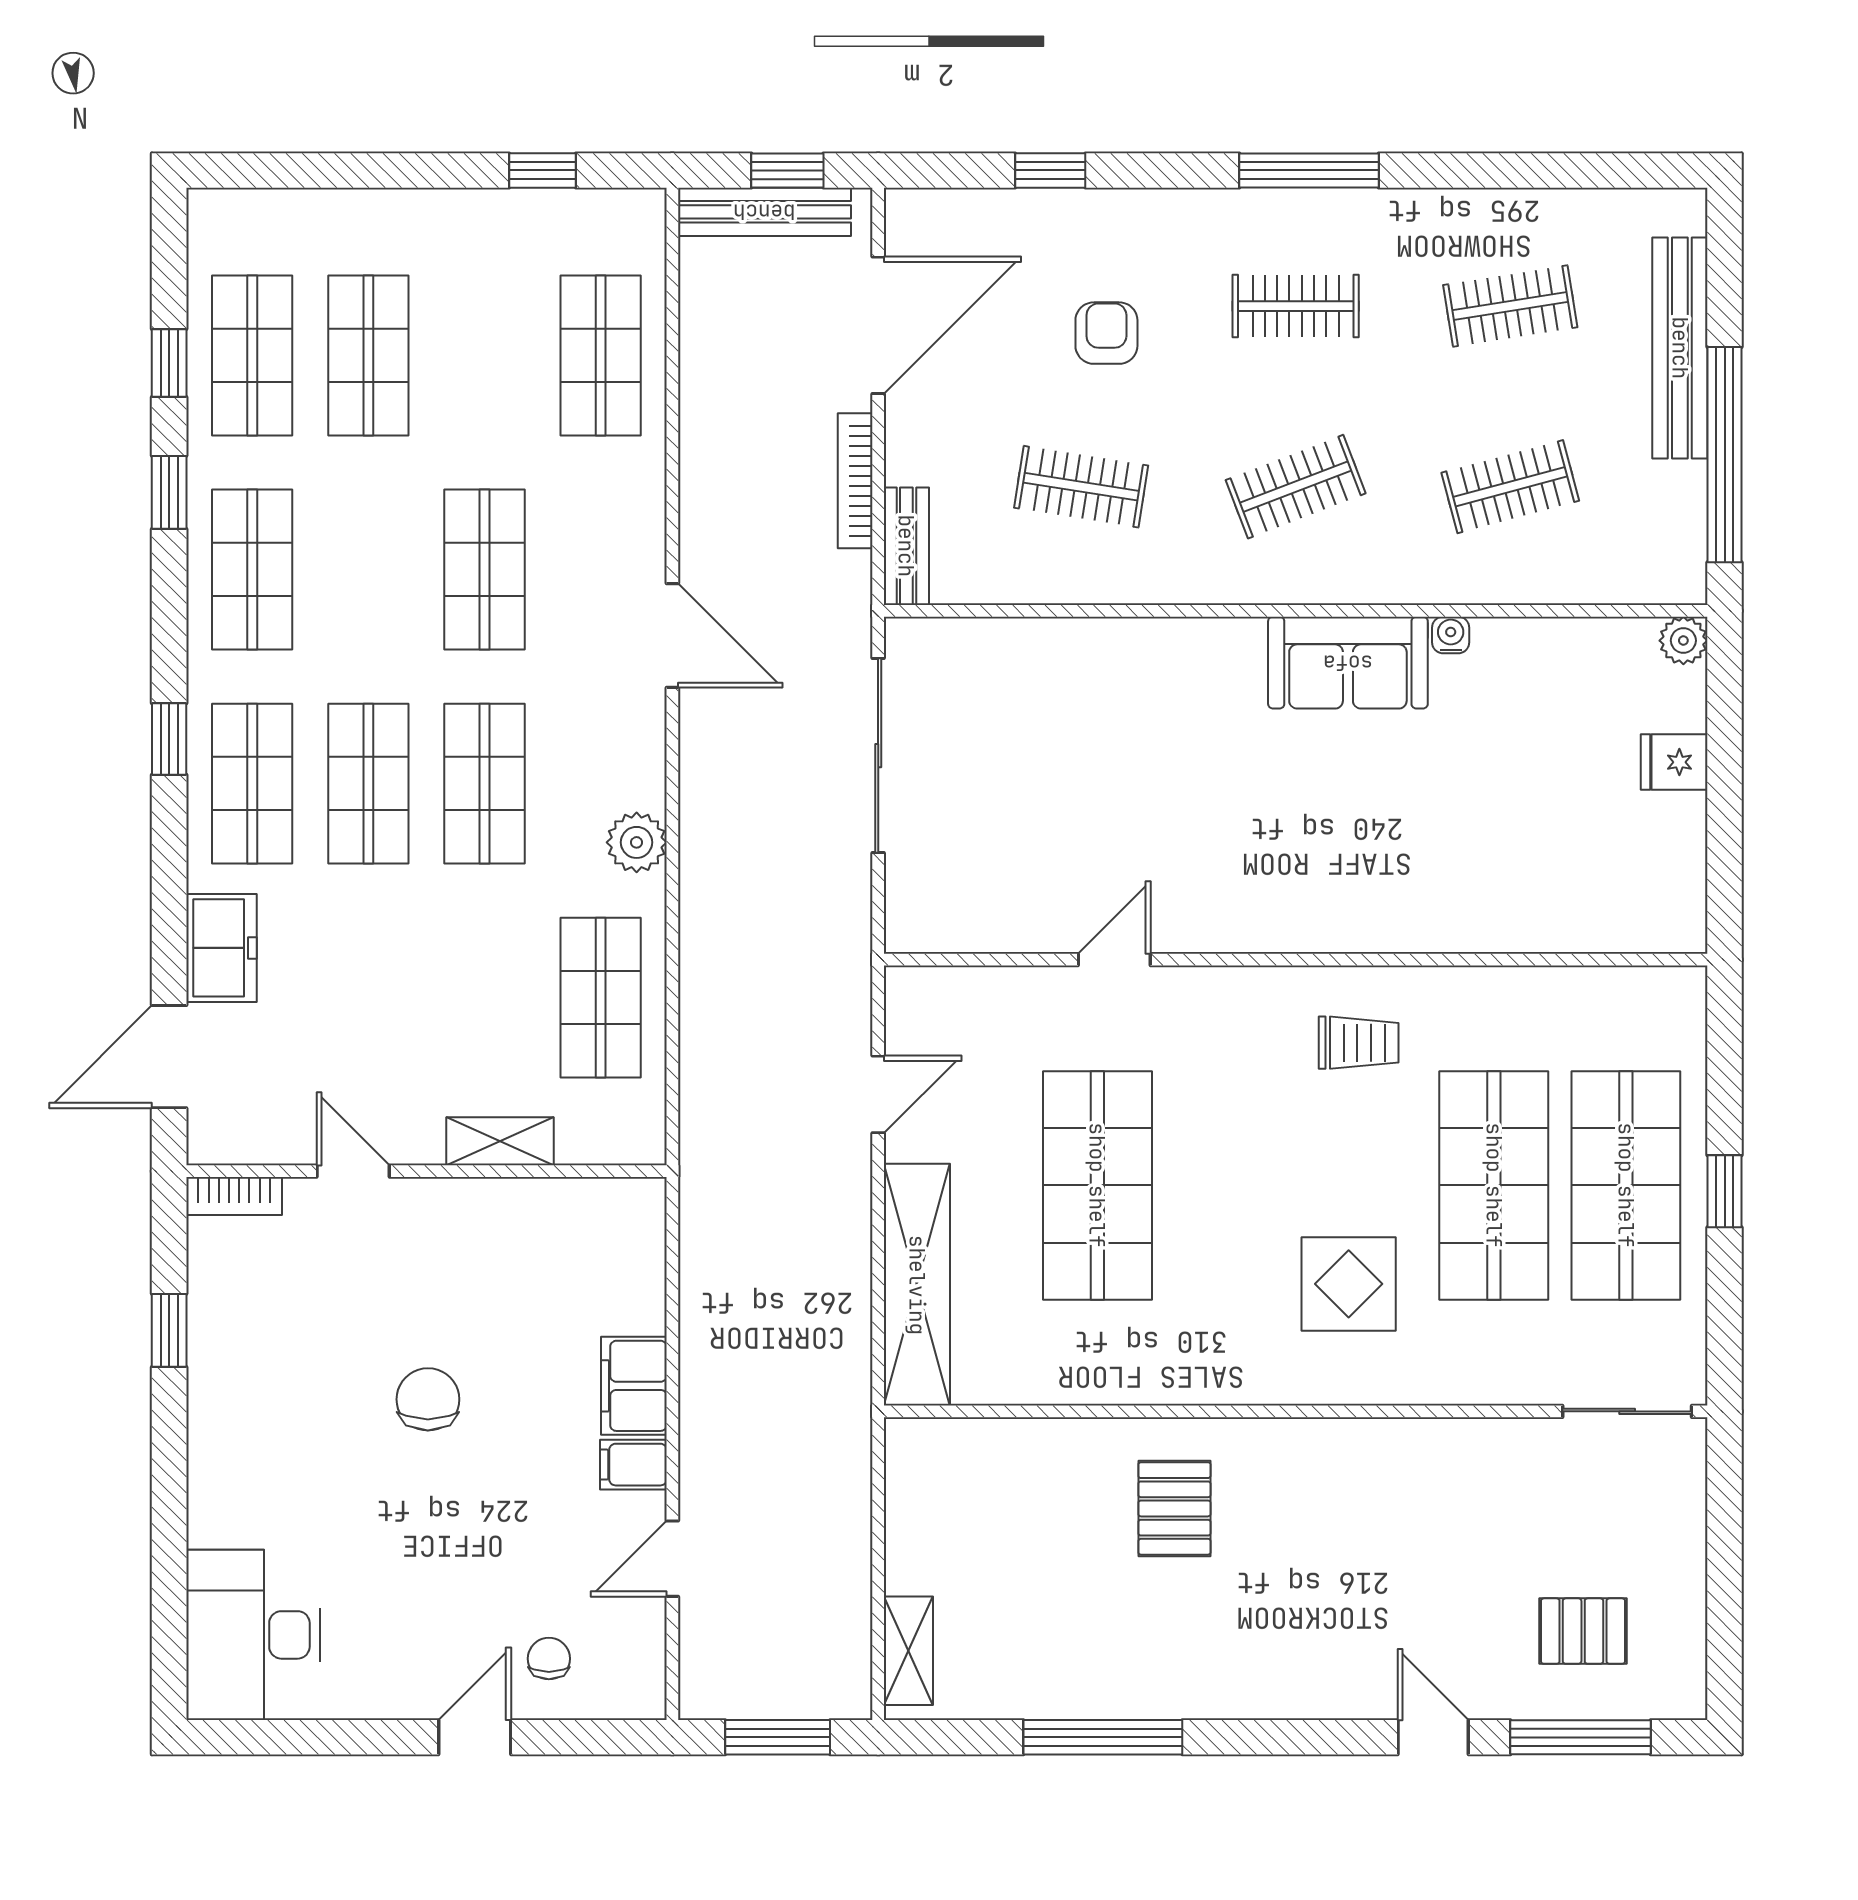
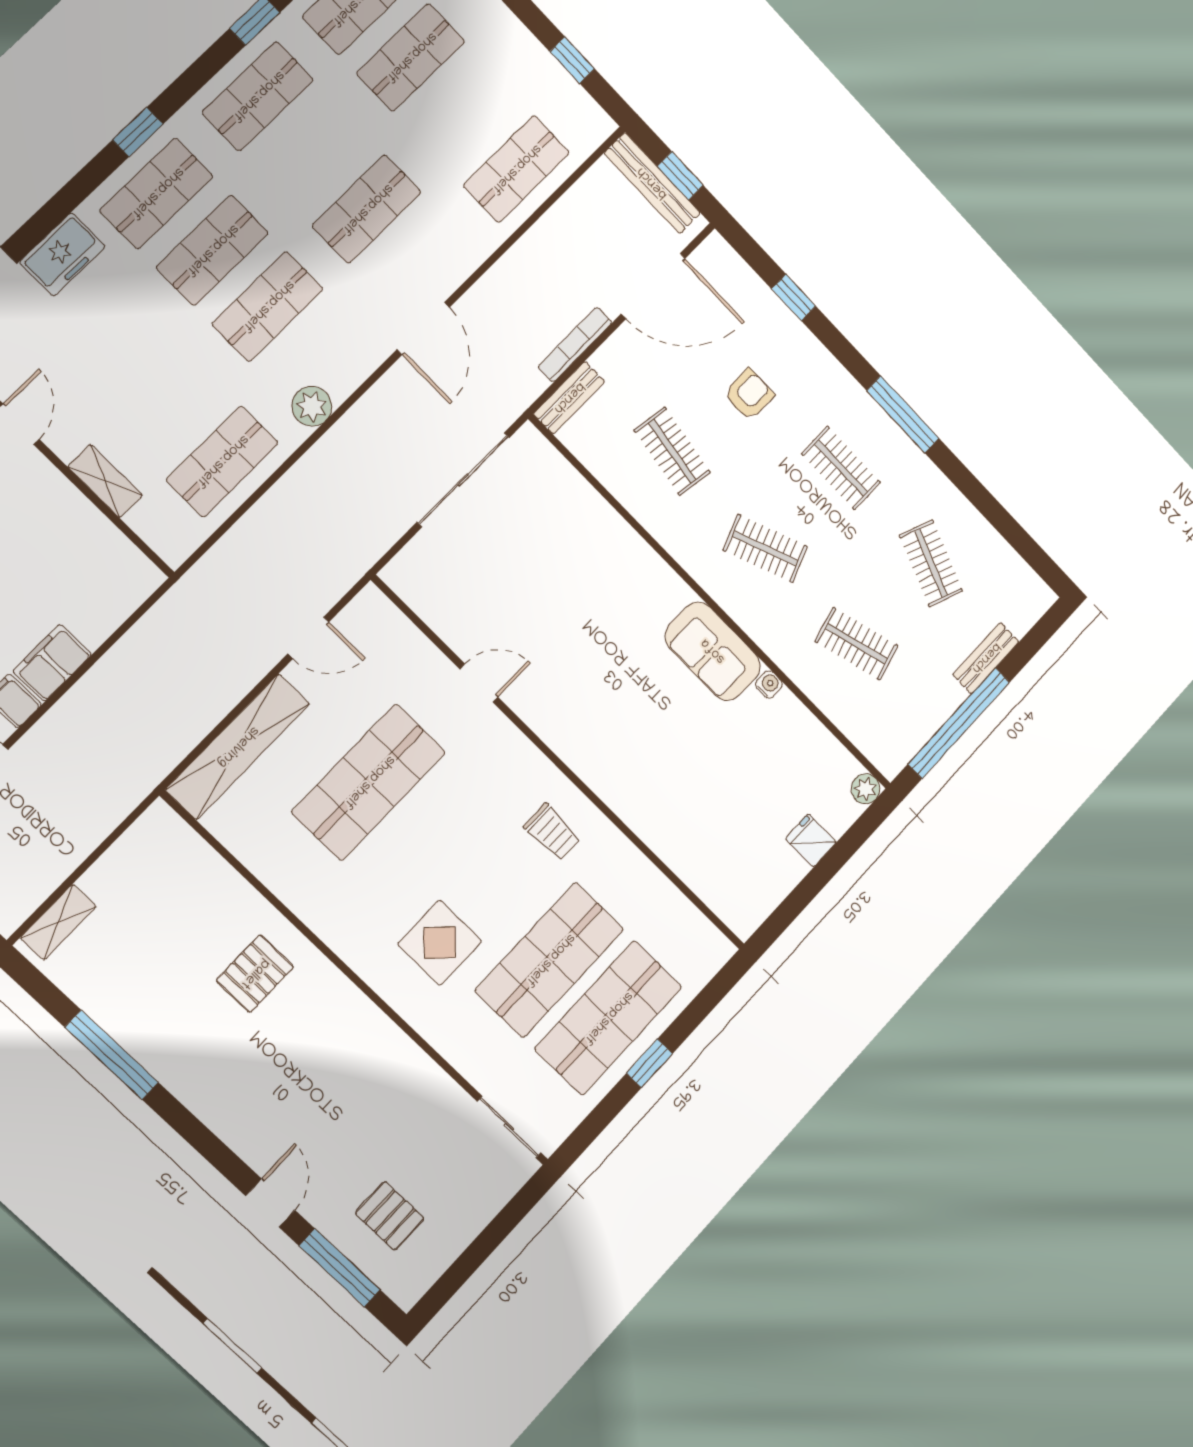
clothes rail: (1510, 306) -> (931, 563), turned 30
bench: (1680, 348) -> (986, 658), width x0.54, depth x0.82

